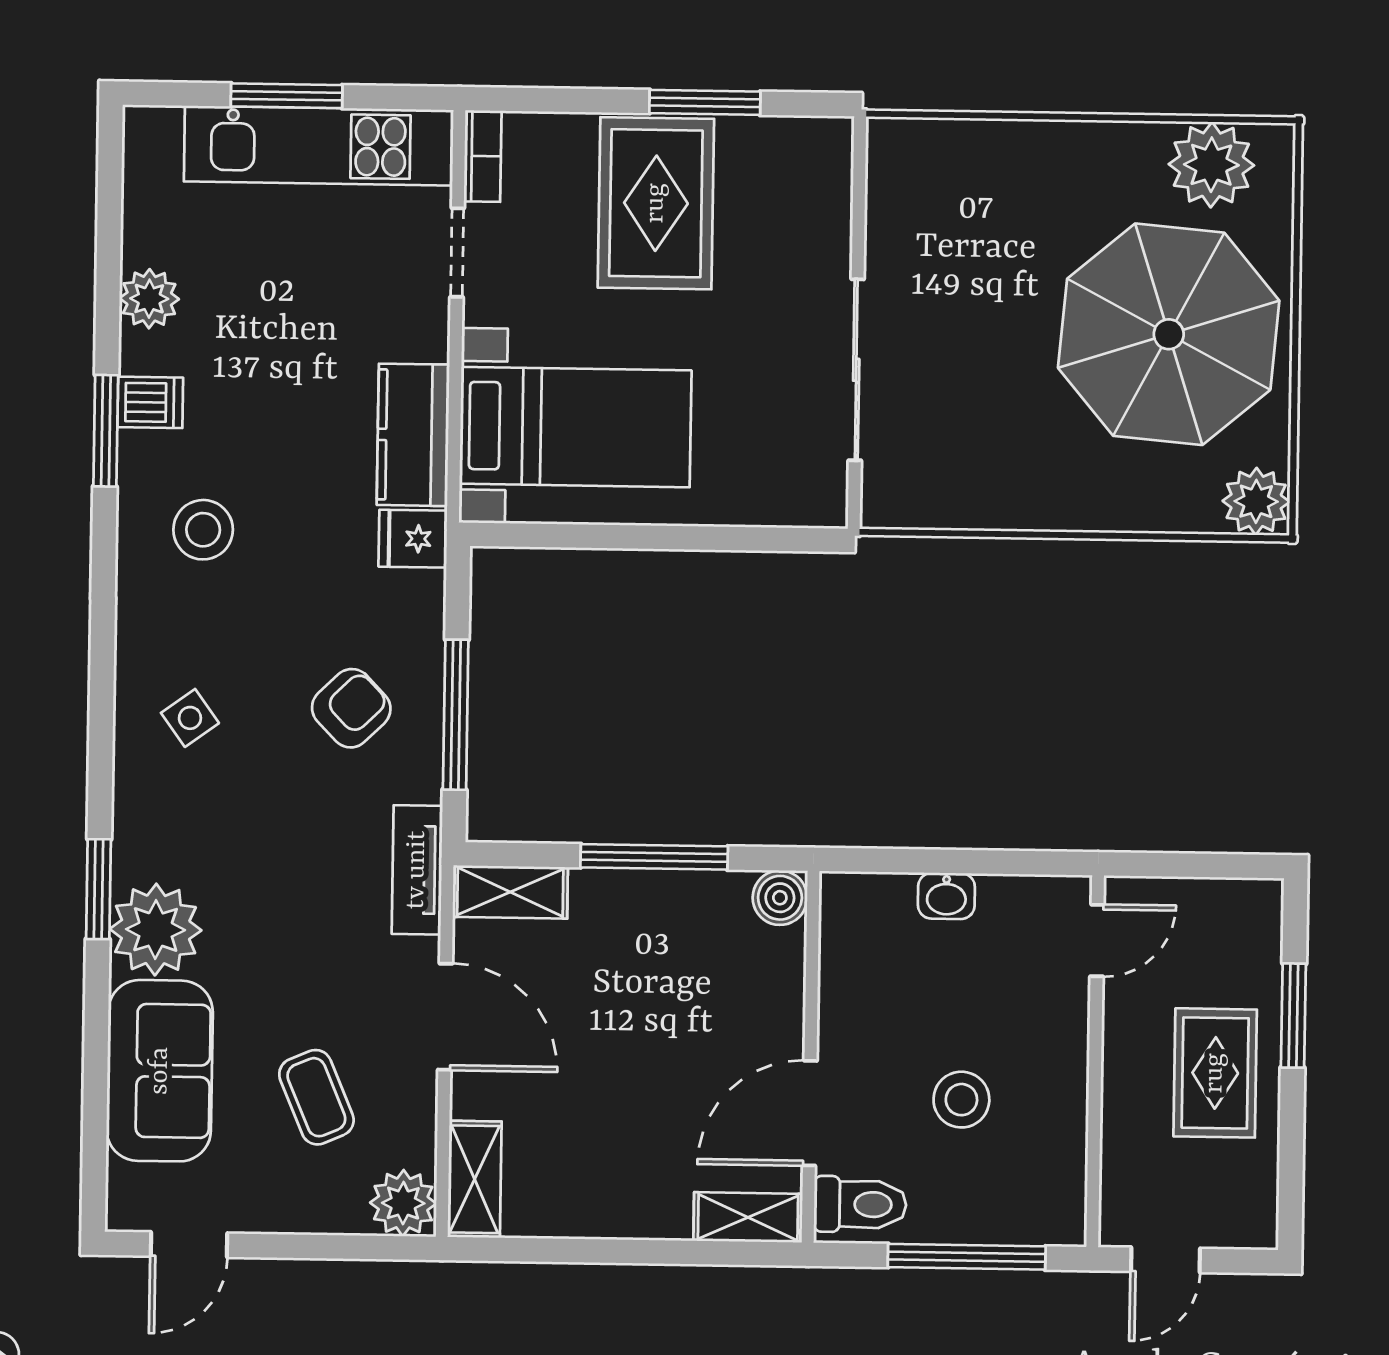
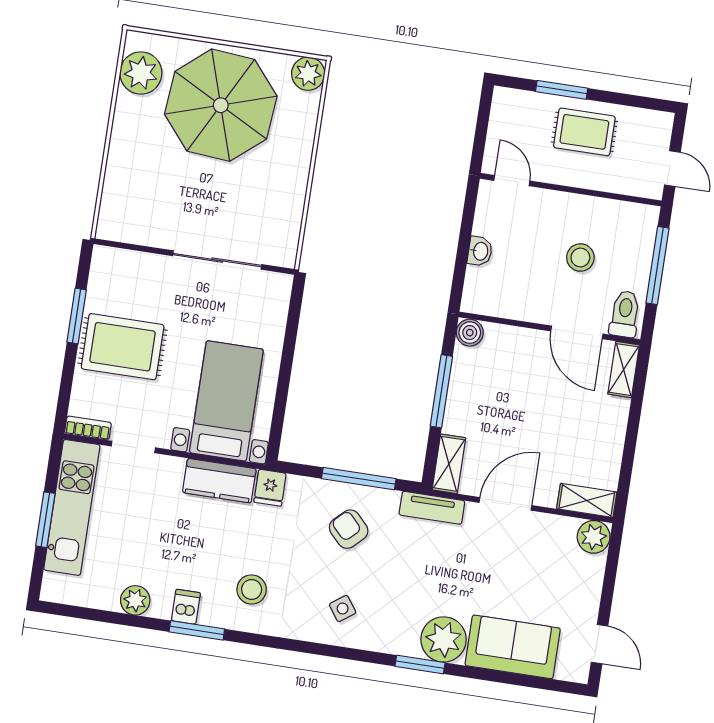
coffee table: (316, 1097) -> (536, 572), removed

